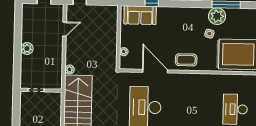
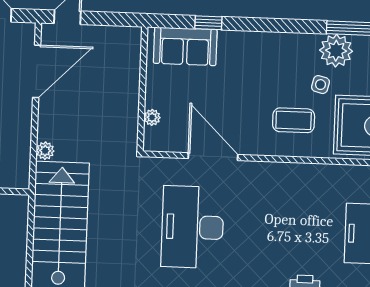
door: (65, 29) -> (37, 71), width x1.88
coffee table: (186, 60) -> (294, 120), moved

